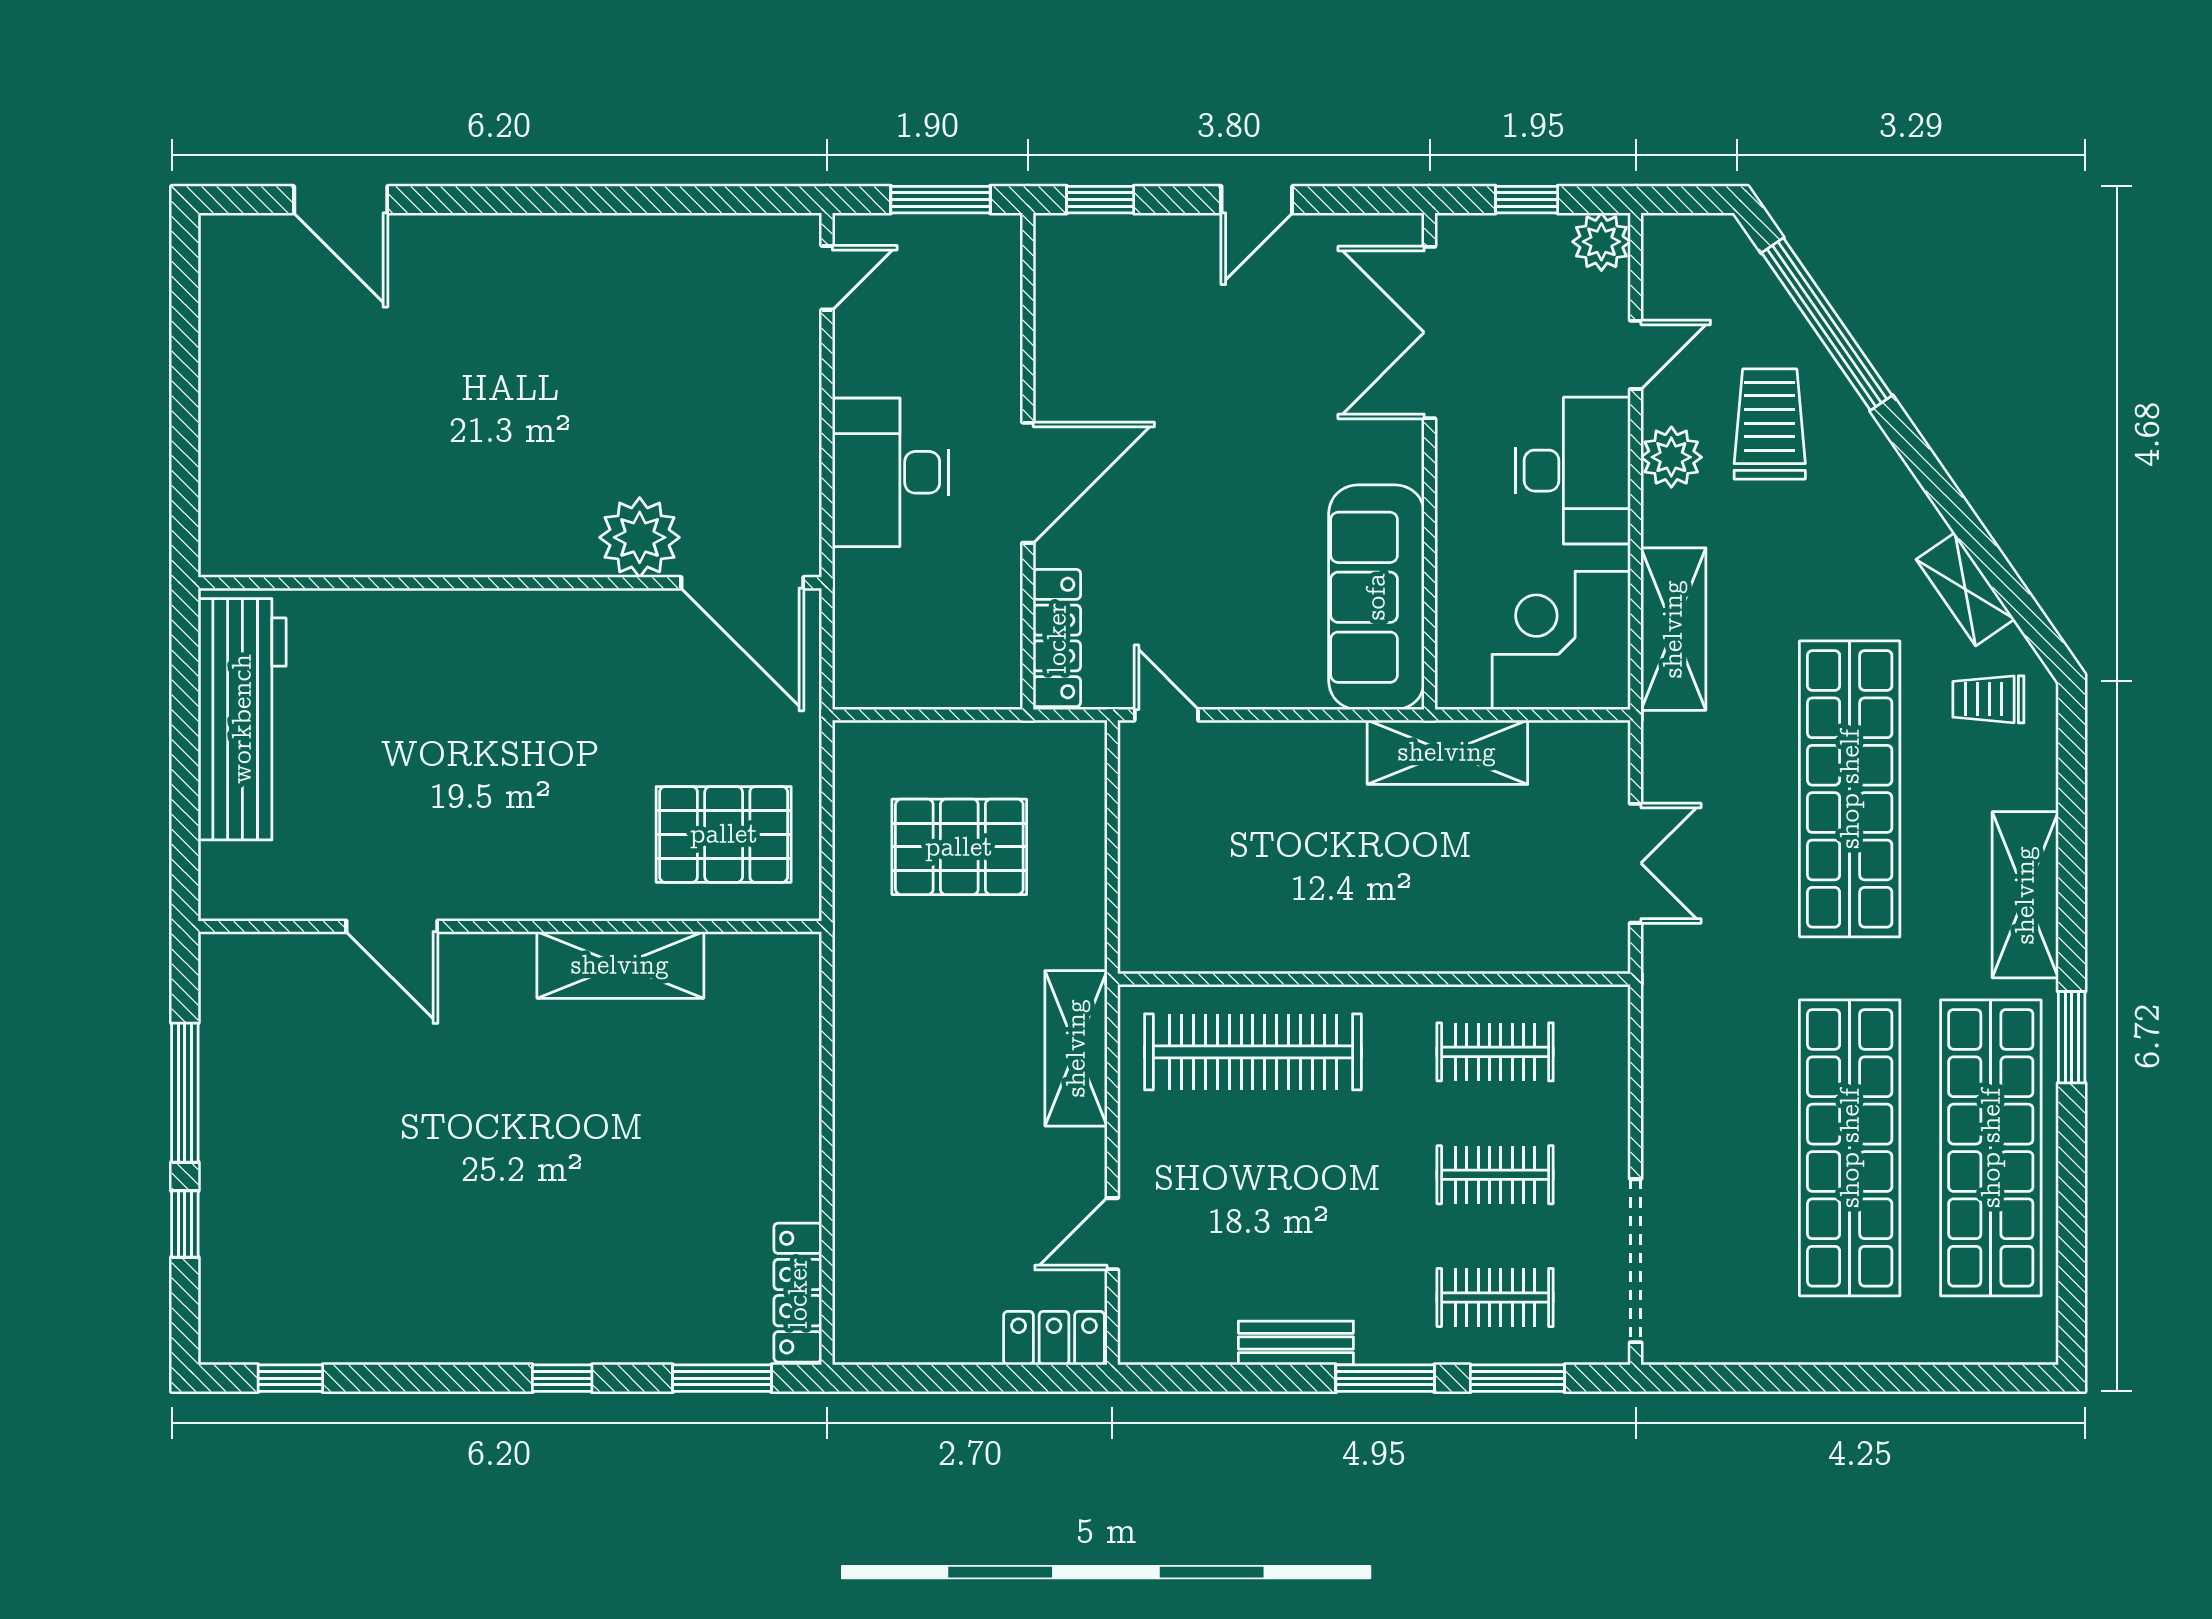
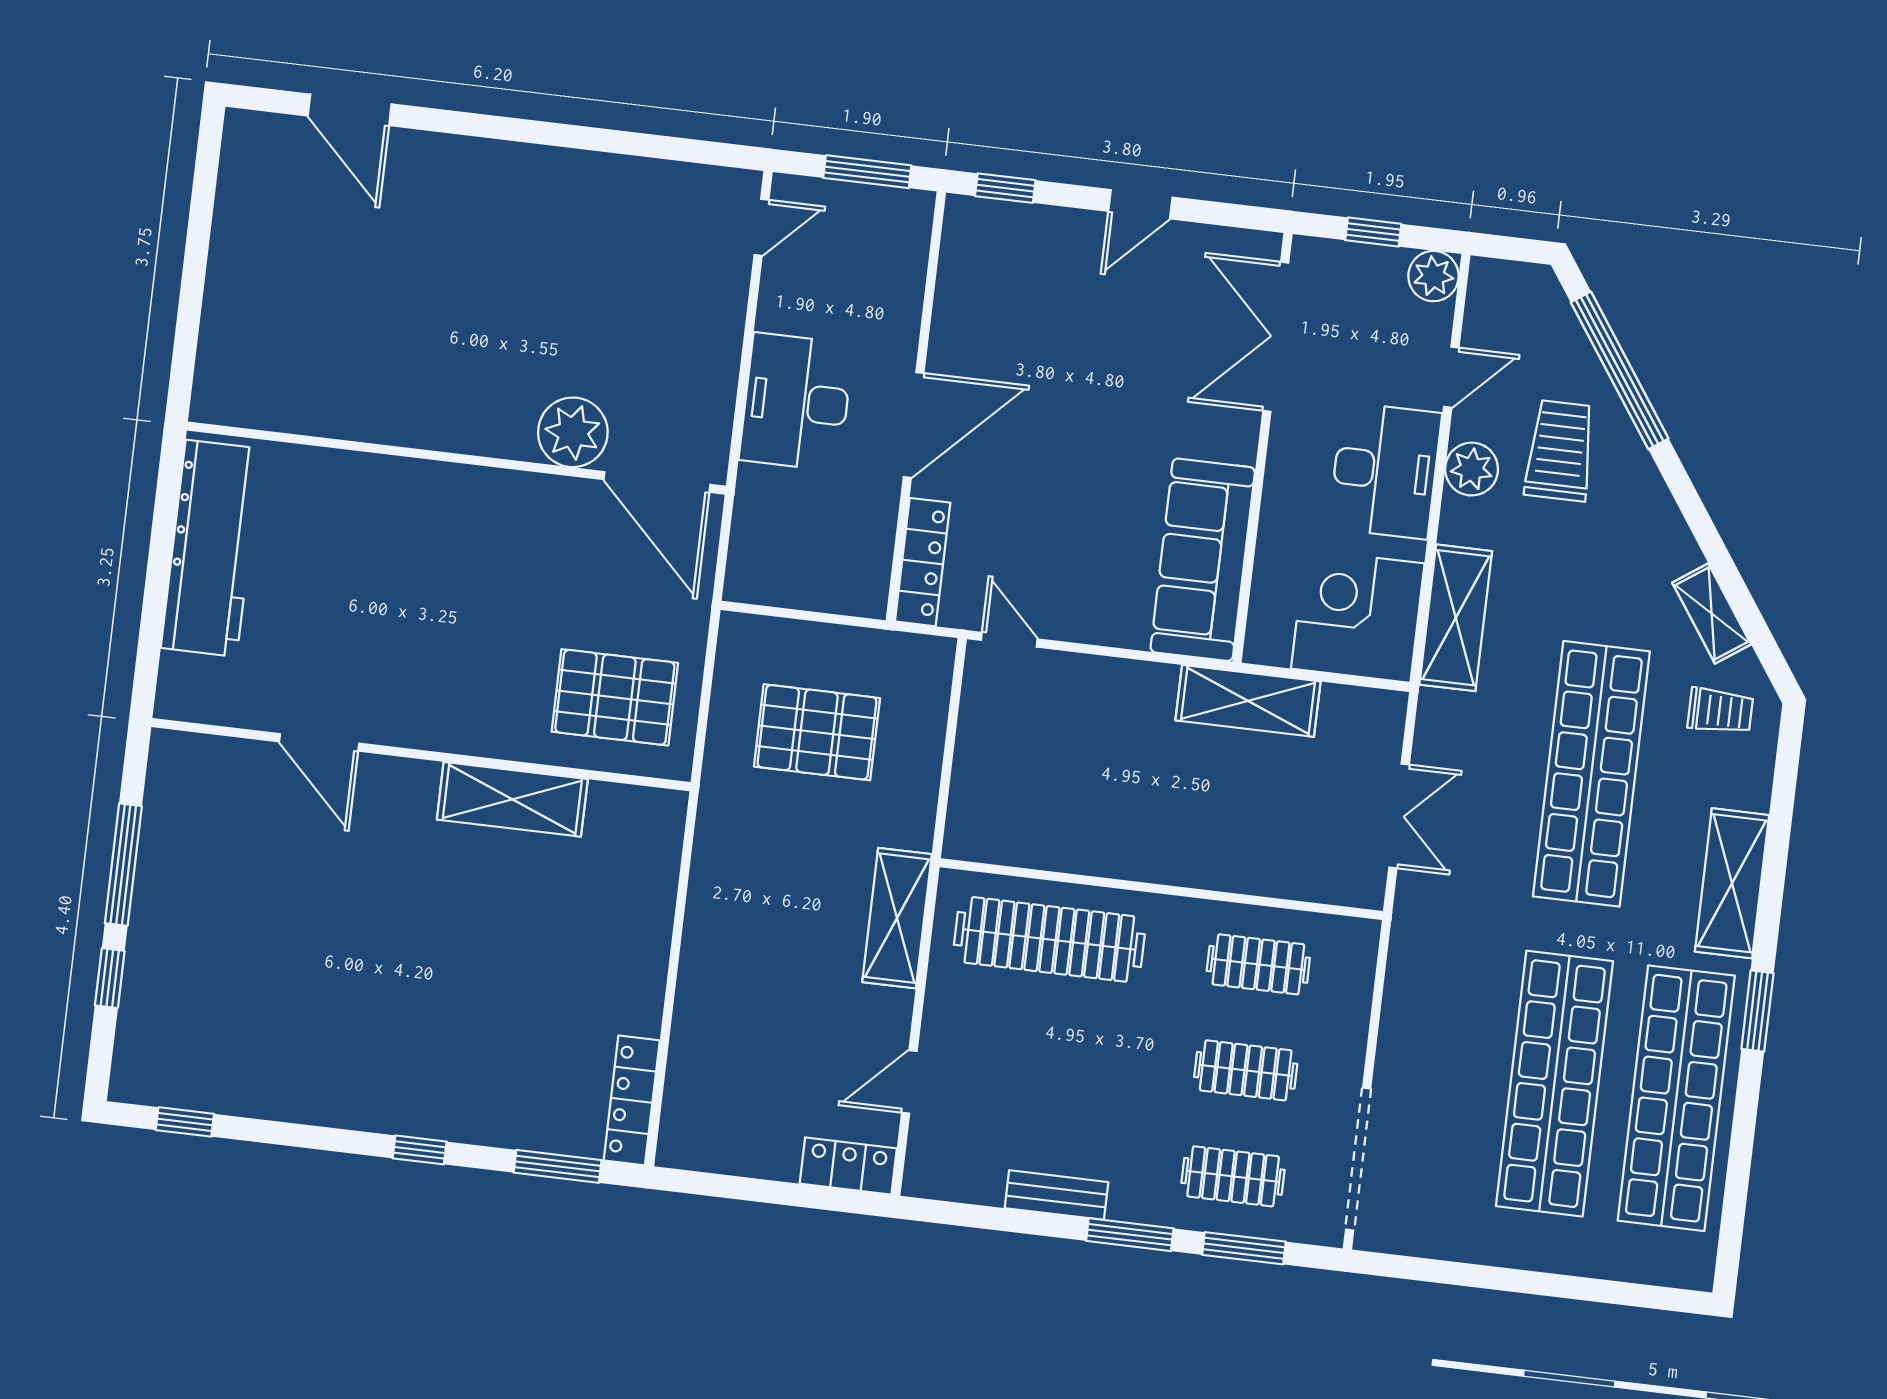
trolley: (1988, 699) -> (1720, 711), turned 180

